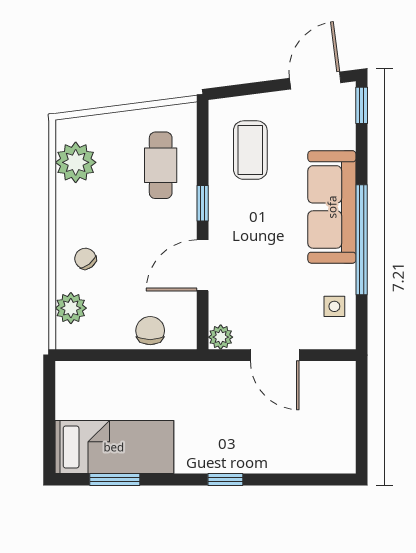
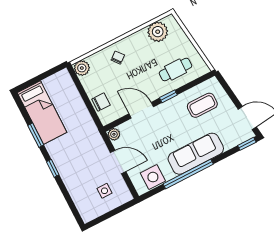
side table: (334, 306) -> (153, 177), width x1.87, depth x1.87
plant: (71, 308) -> (82, 68), moved
door: (275, 355) -> (118, 162), swing flipped
side table: (314, 407) -> (104, 191), added
window: (115, 480) -> (36, 135), moved

